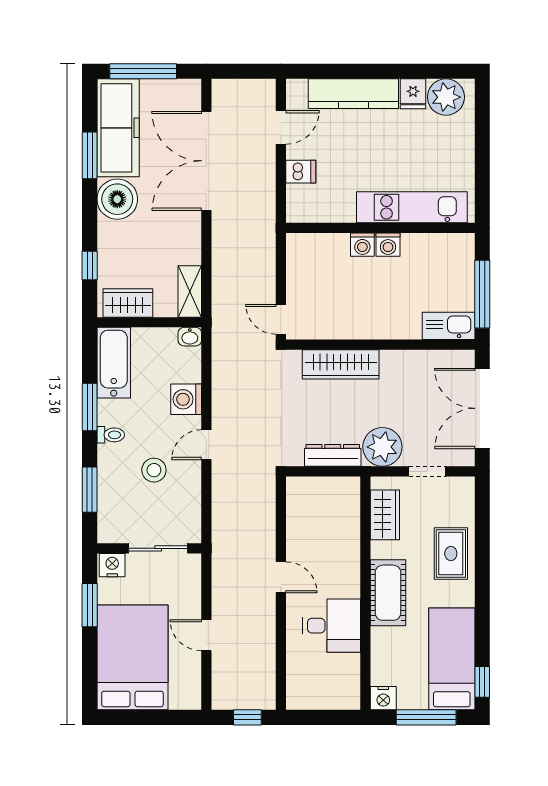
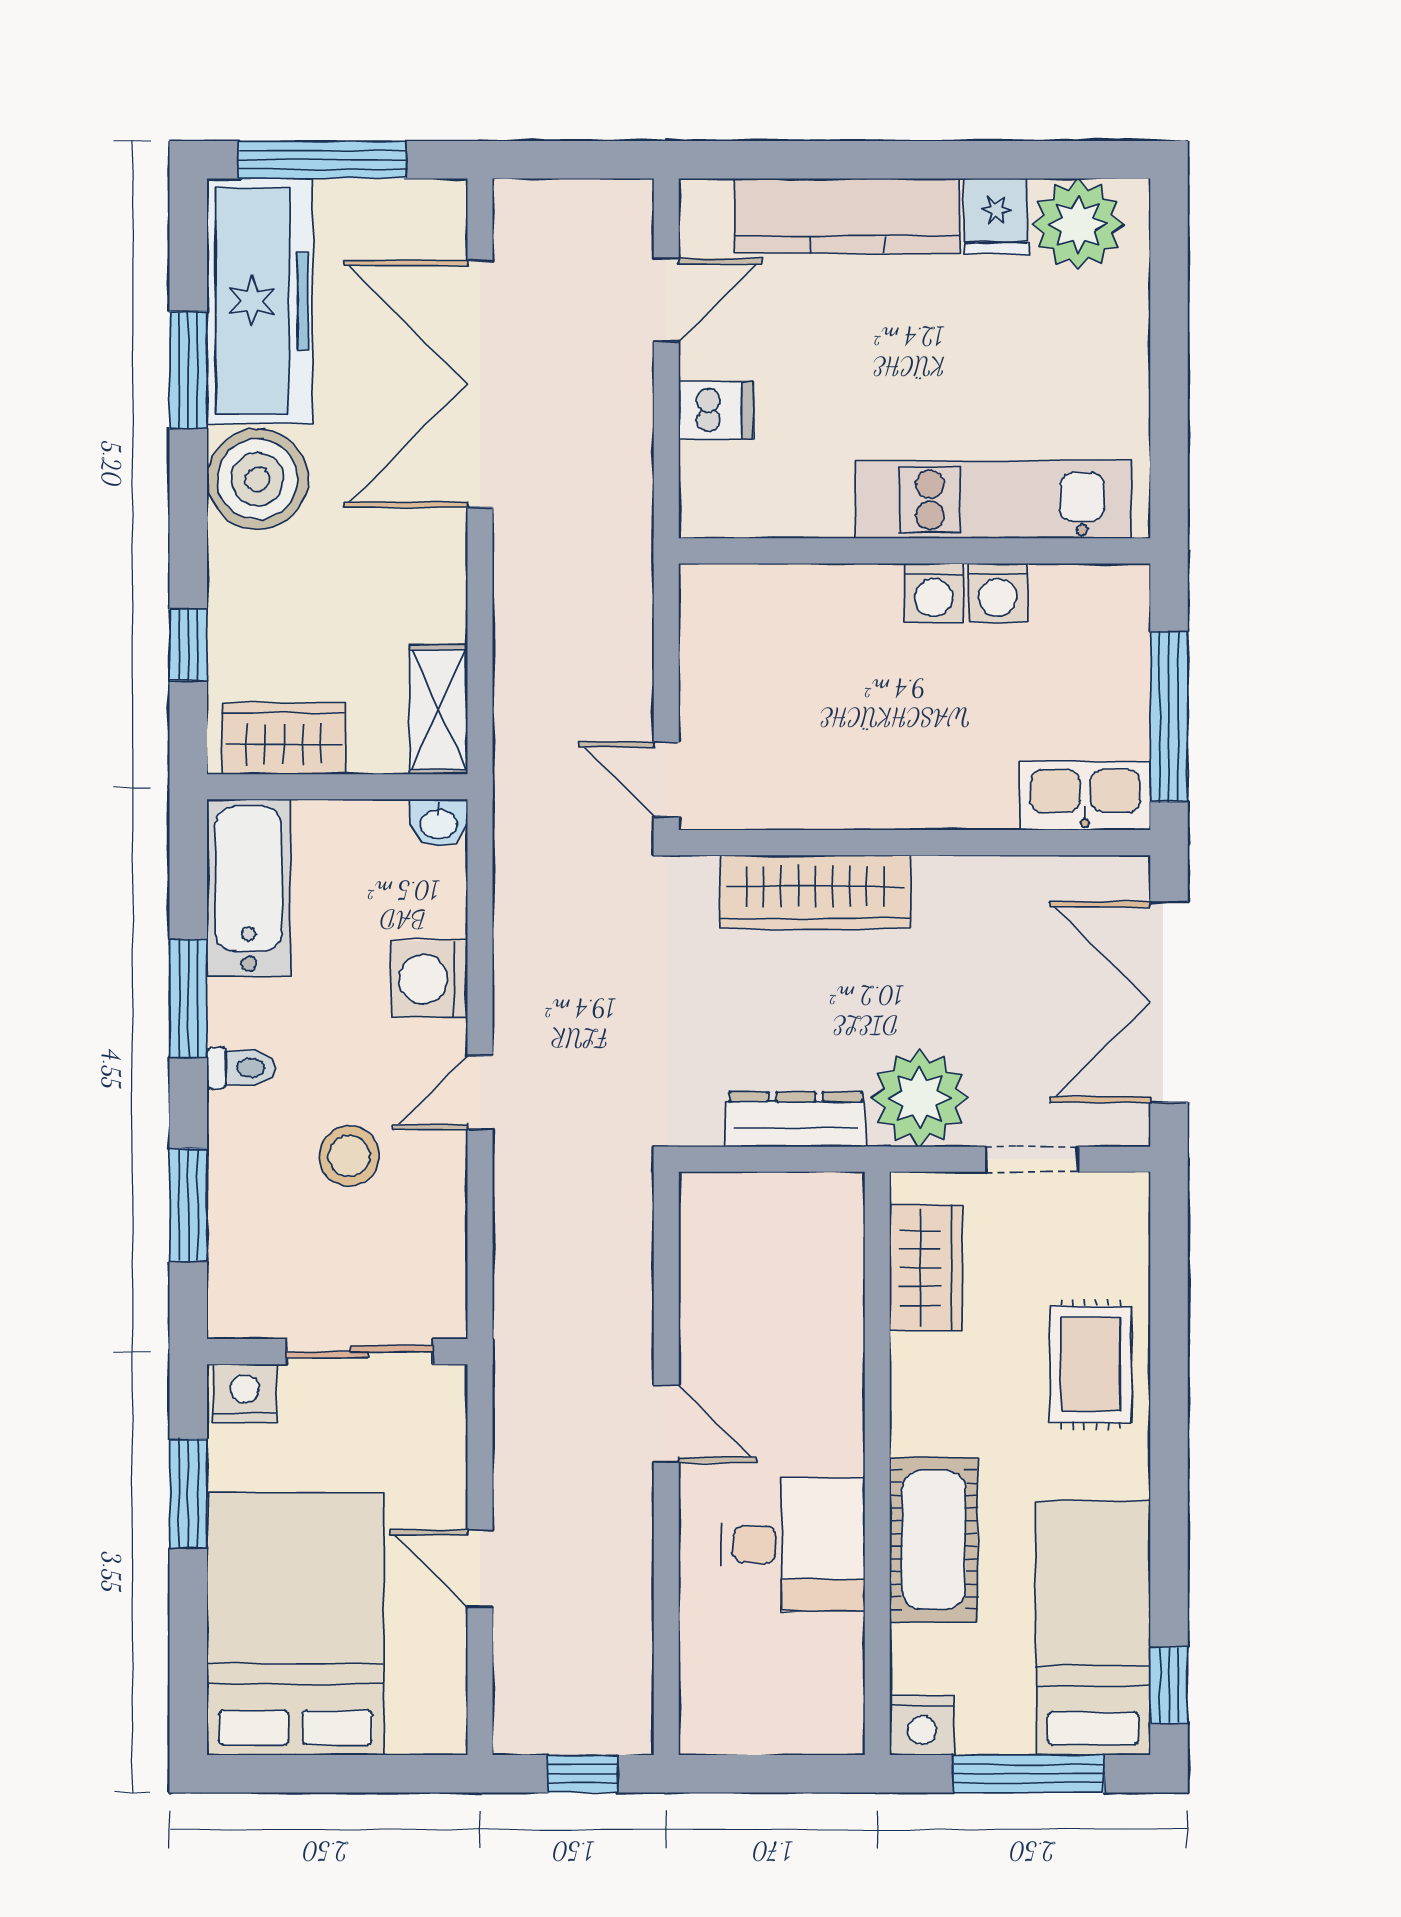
washing machine: (362, 245) -> (998, 593), moved
cot: (388, 593) -> (934, 1540), moved

